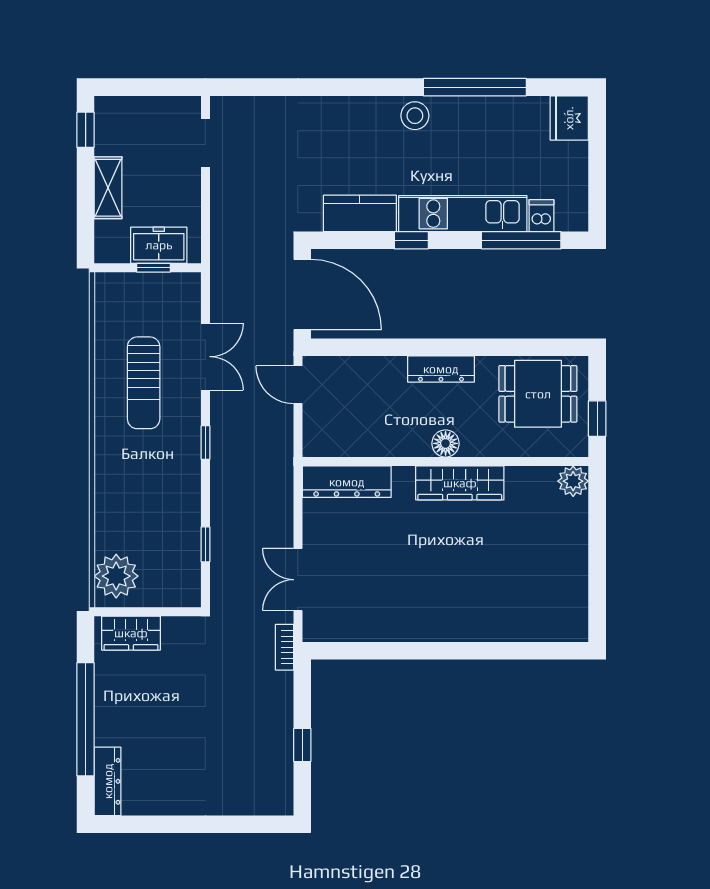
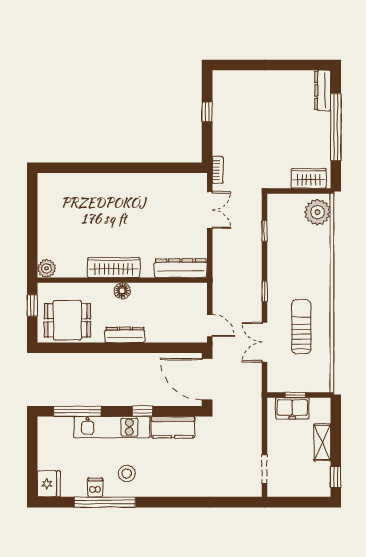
stool: (415, 116) -> (127, 473), moved
dishwasher: (541, 216) -> (95, 488), moved, turned 180

